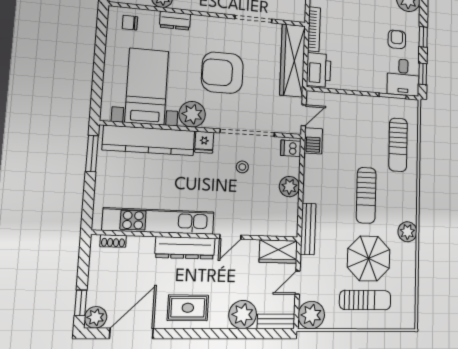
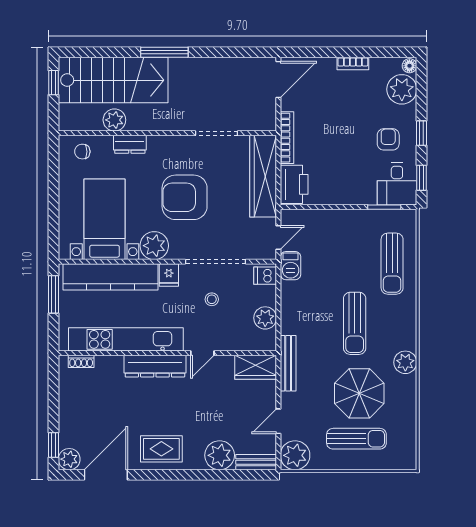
kitchen unit: (159, 221) -> (126, 339), moved
wall: (198, 236) -> (167, 353), moved
door: (230, 237) -> (202, 353), moved
shoe rack: (113, 241) -> (81, 361), moved
dresser: (185, 248) -> (155, 366), moved
wardrobe: (278, 252) -> (256, 367), moved

